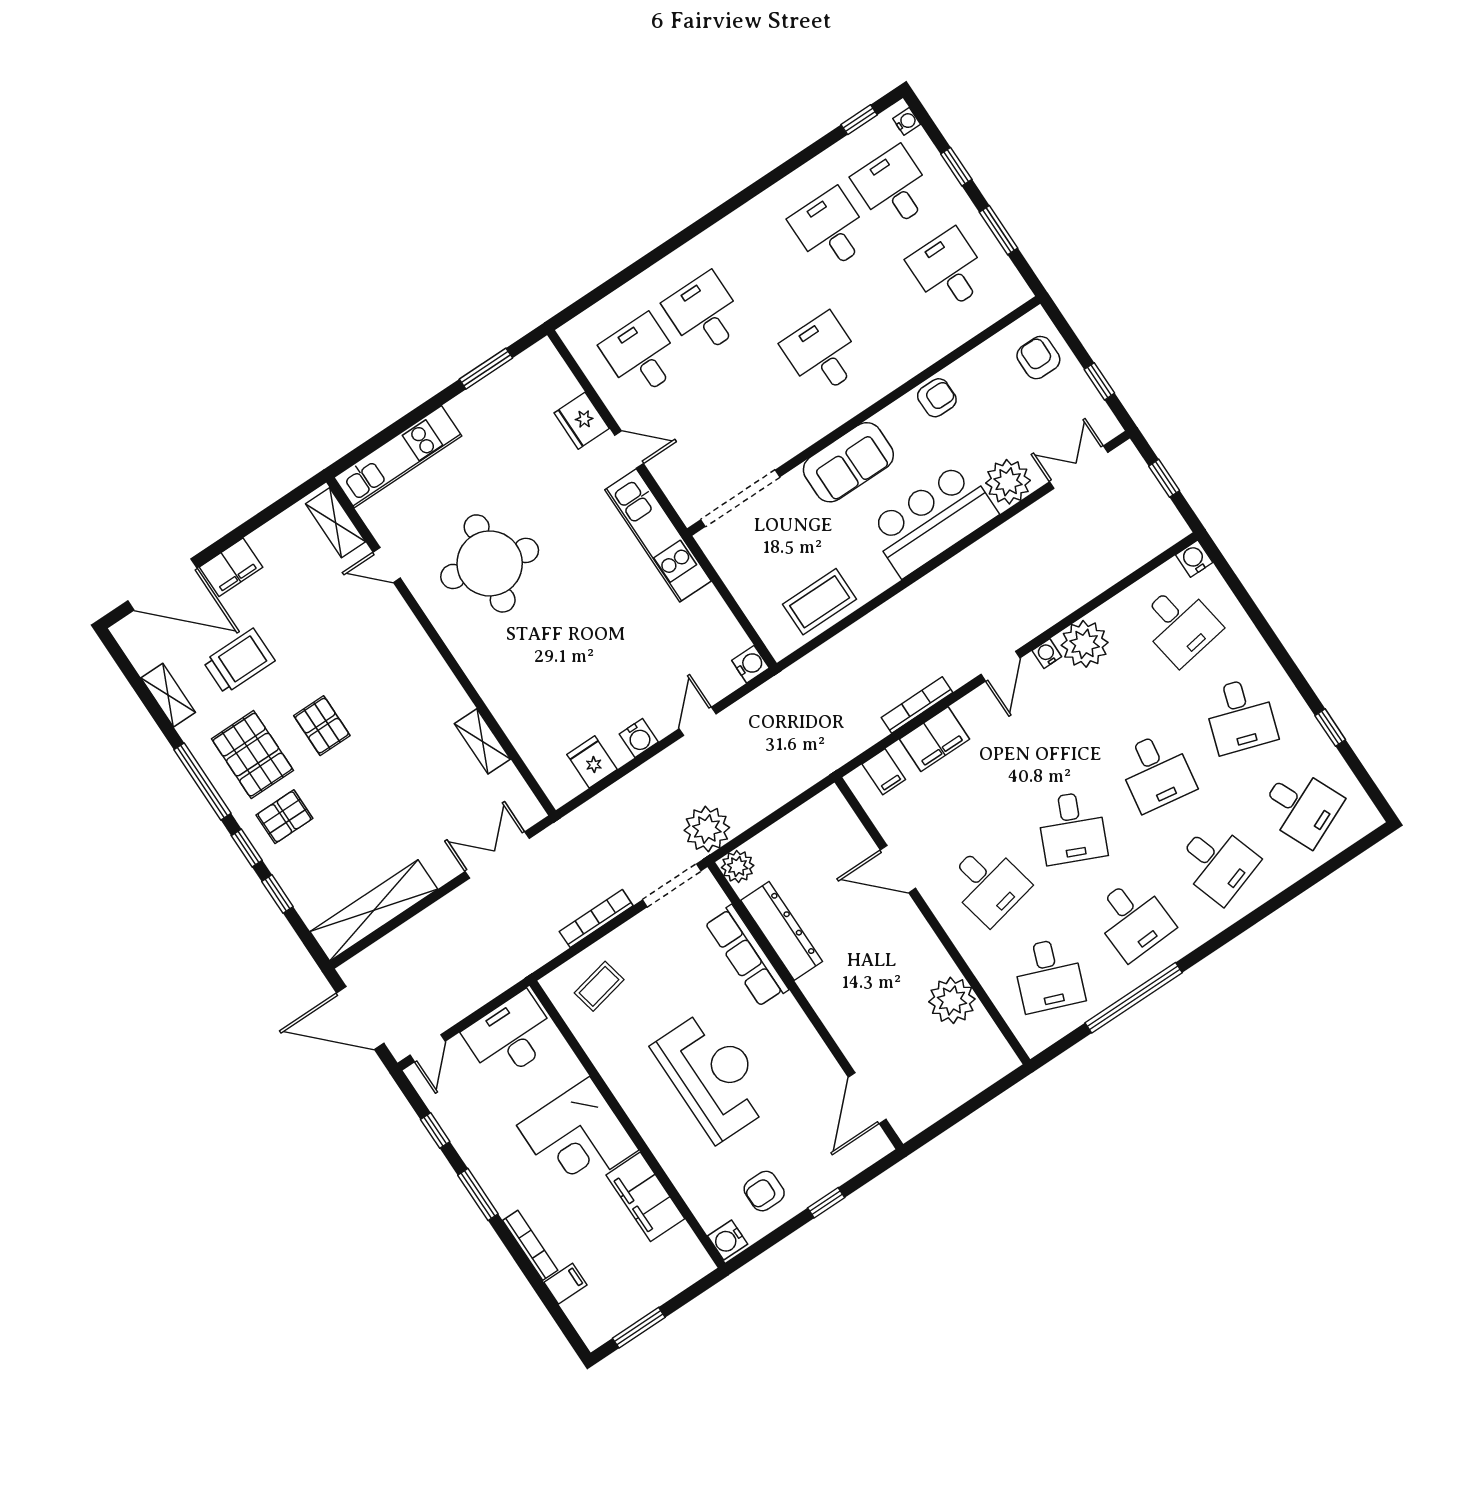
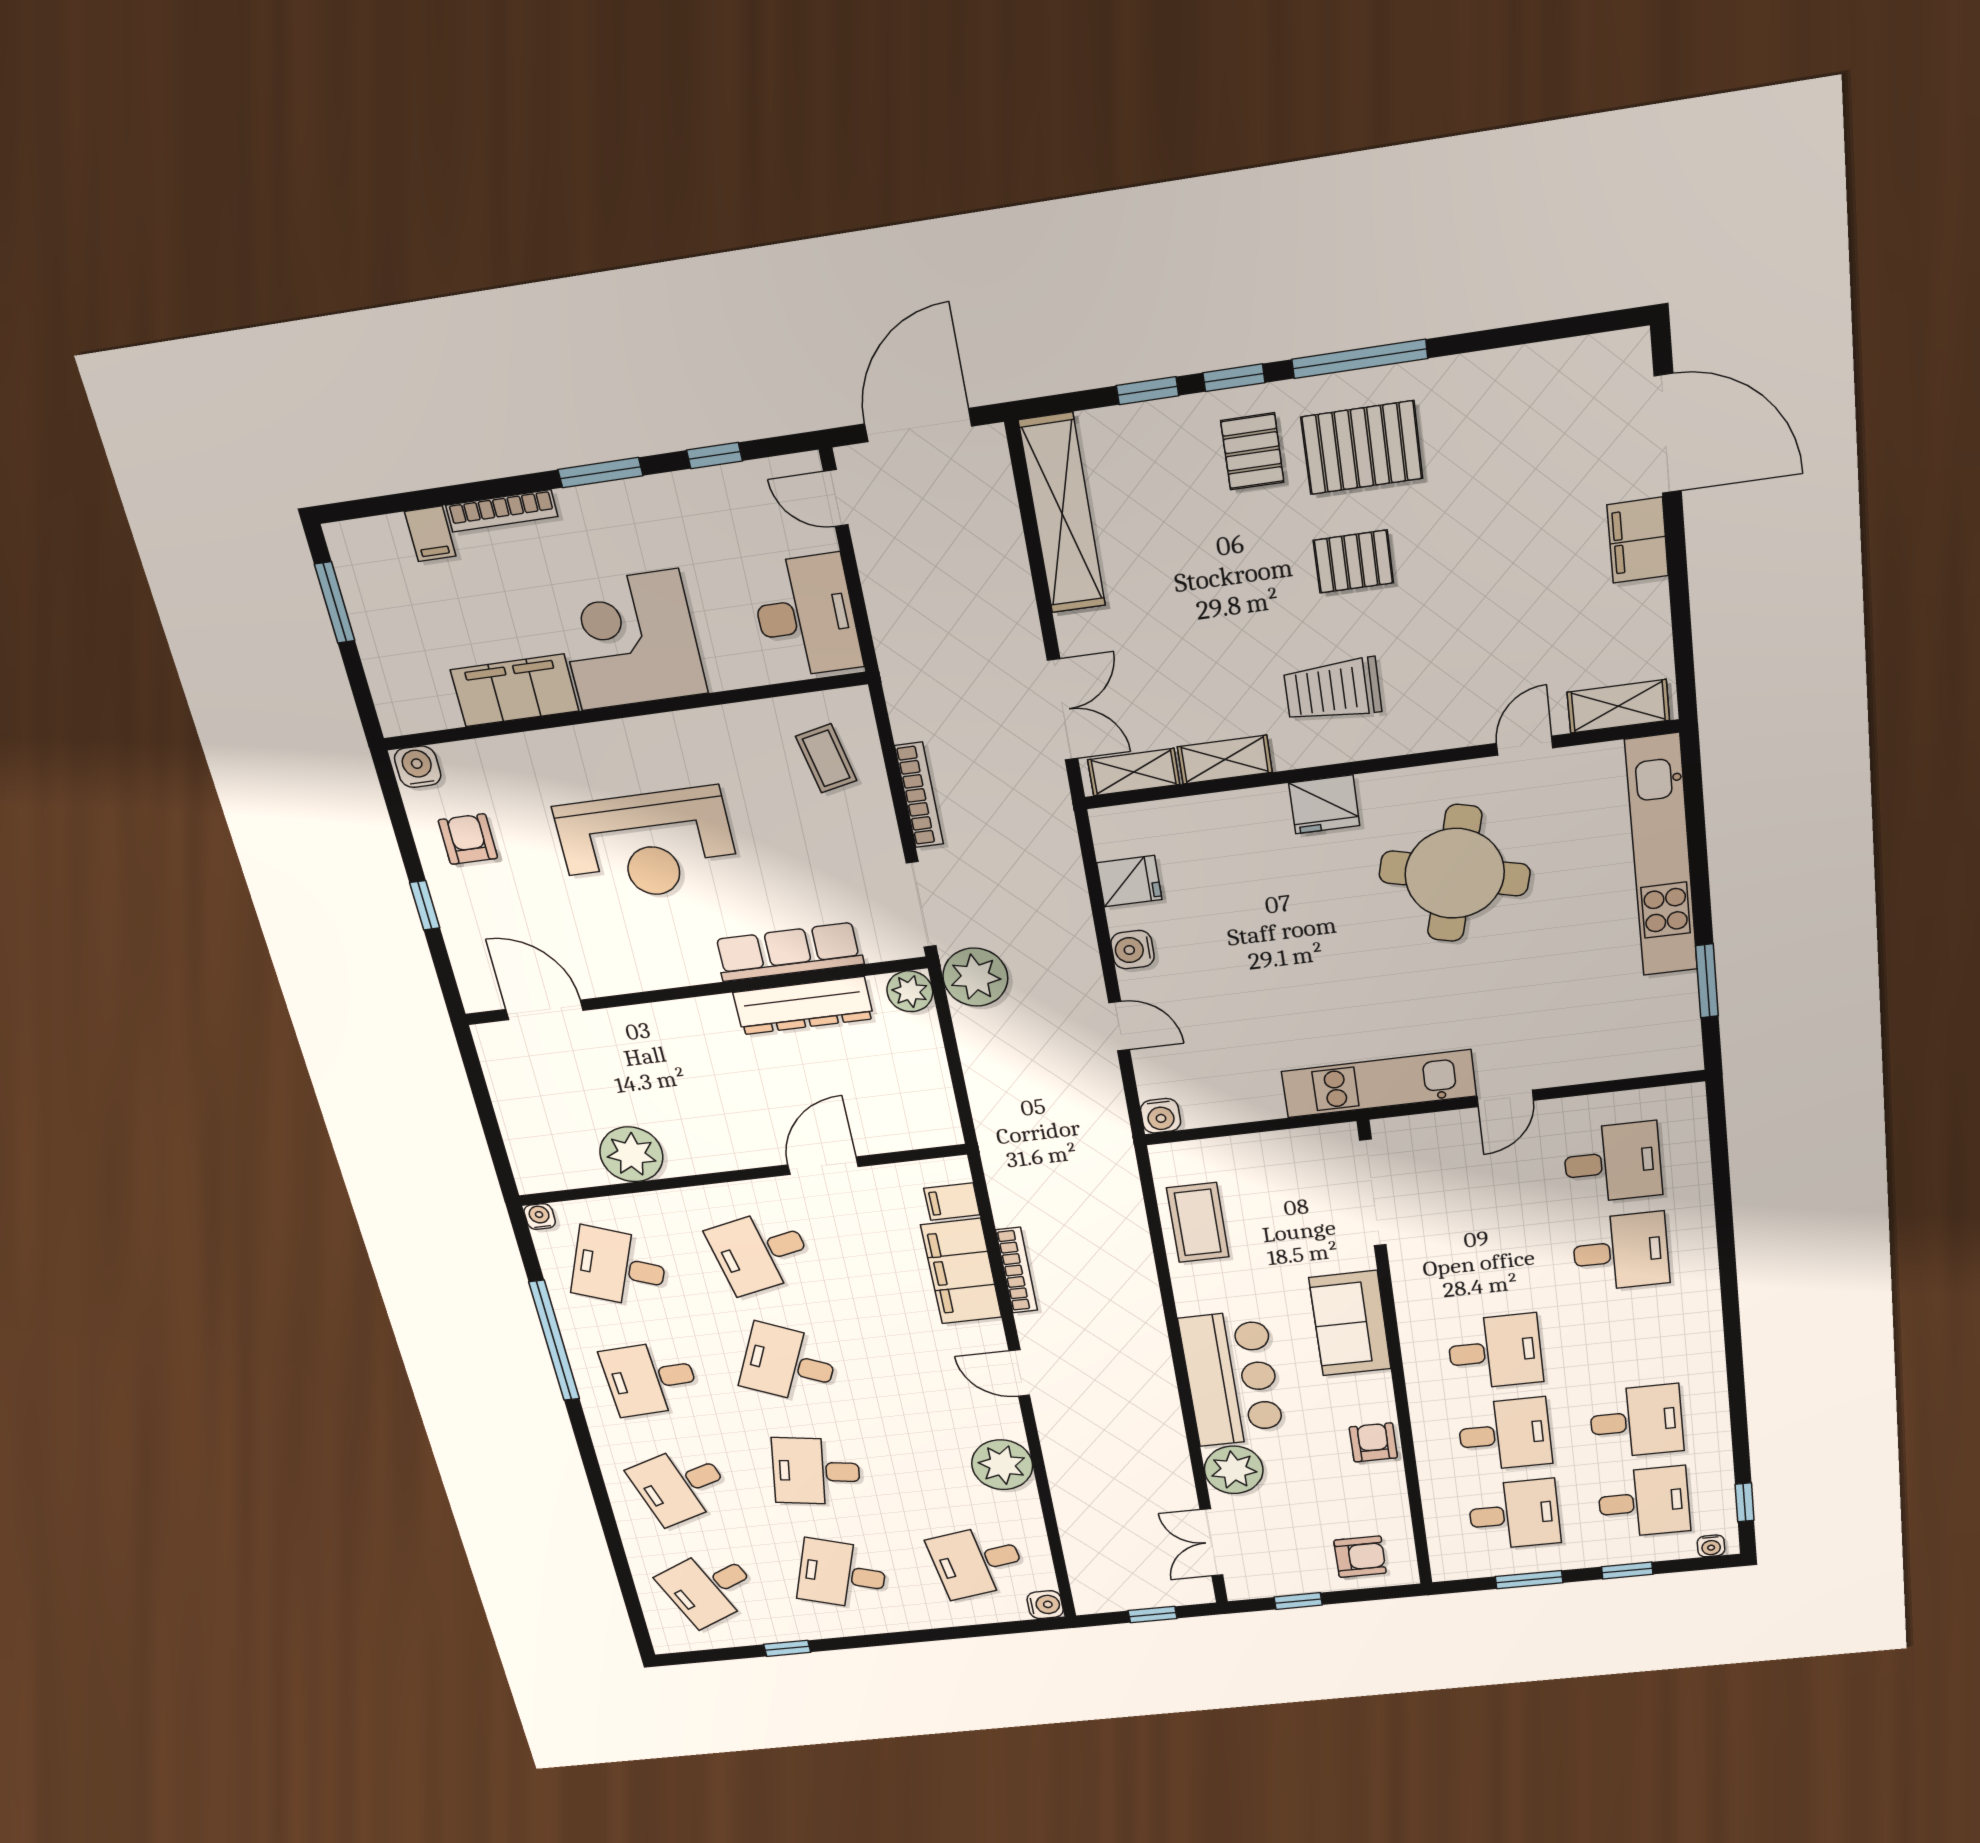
desk: (886, 312) -> (1505, 1434), added
armchair: (937, 398) -> (1373, 1442), turned 180
fridge: (582, 421) -> (1324, 804), moved, turned 180
kitchen unit: (398, 457) -> (1661, 856), width x1.36
double door: (1079, 467) -> (1211, 1542), swing flipped
door: (162, 584) -> (1668, 434), swing flipped
water cooler: (1047, 654) -> (540, 1217), moved, turned -90
trolley: (239, 661) -> (1333, 690), moved, turned 90
shelving: (168, 695) -> (1134, 772), moved
filing cabinet: (935, 739) -> (961, 1271), width x1.50, depth x1.17

